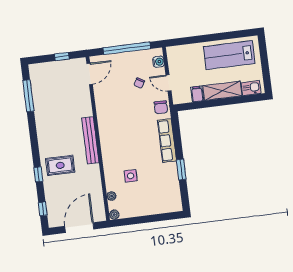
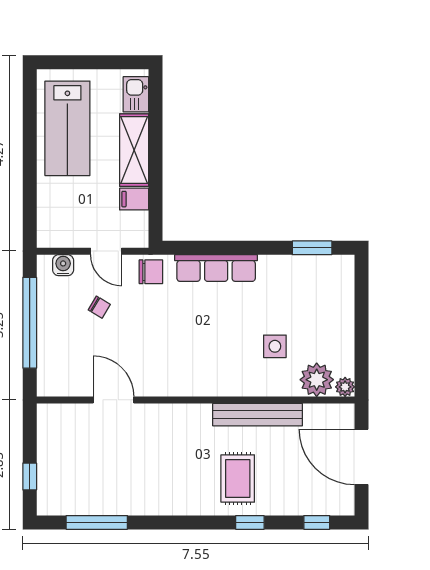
window: (62, 56) -> (30, 477), moved
door: (90, 74) -> (114, 400), moved
door: (168, 83) -> (106, 251), hinge flipped
bench: (90, 140) -> (258, 415), moved
window: (181, 169) -> (312, 248), moved
plant: (112, 196) -> (317, 380), width x1.87, depth x1.87

